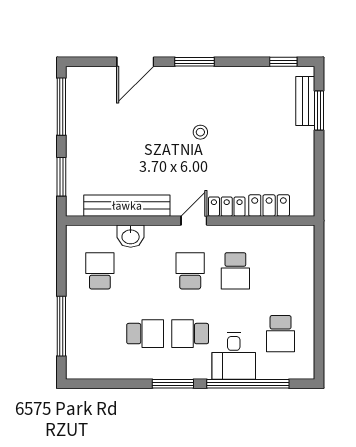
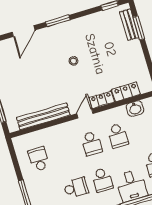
washbasin: (131, 236) -> (135, 109), moved
school desk: (190, 271) -> (91, 143), turned 180
school desk: (190, 334) -> (102, 180), turned -90

